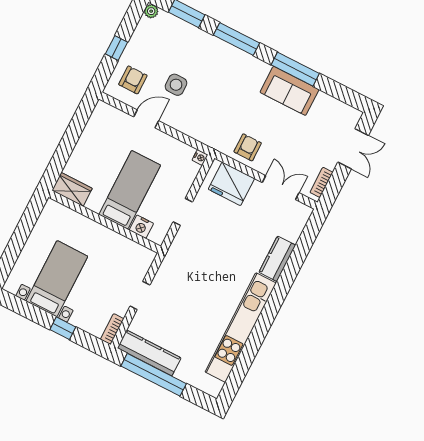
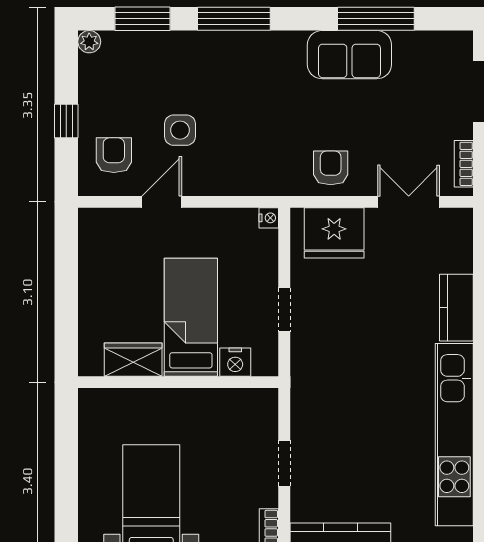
window: (295, 69) -> (376, 19), moved
wardrobe: (72, 189) -> (133, 360), moved

